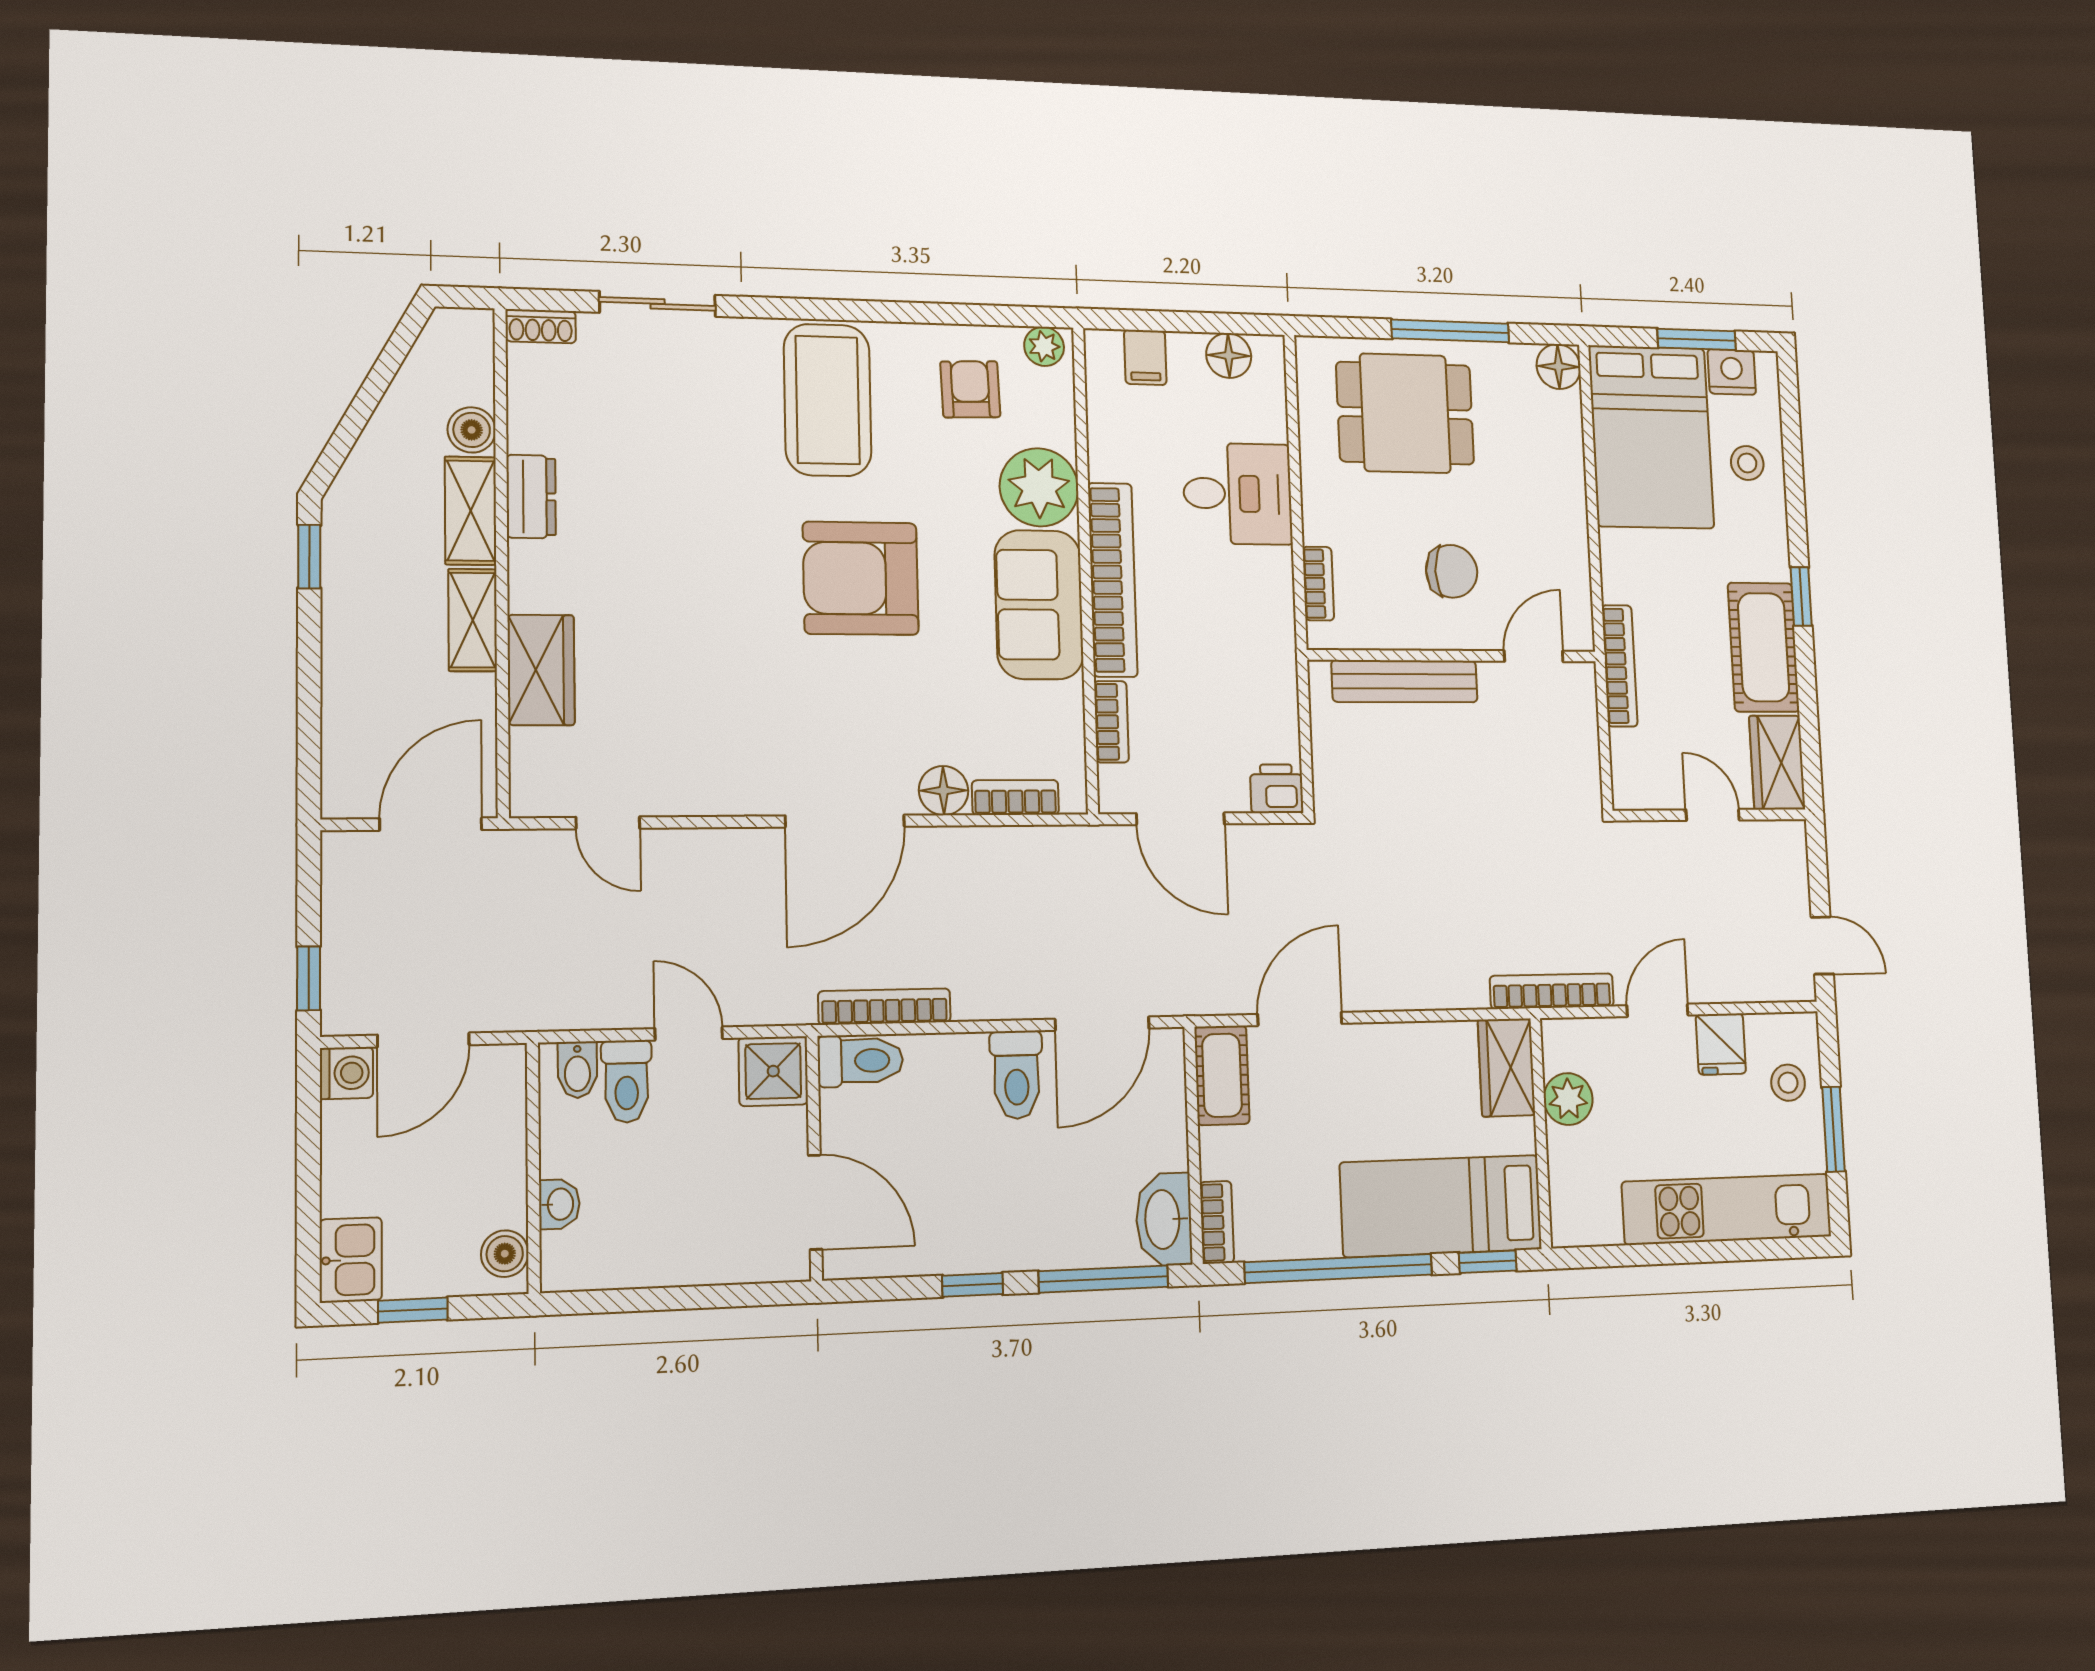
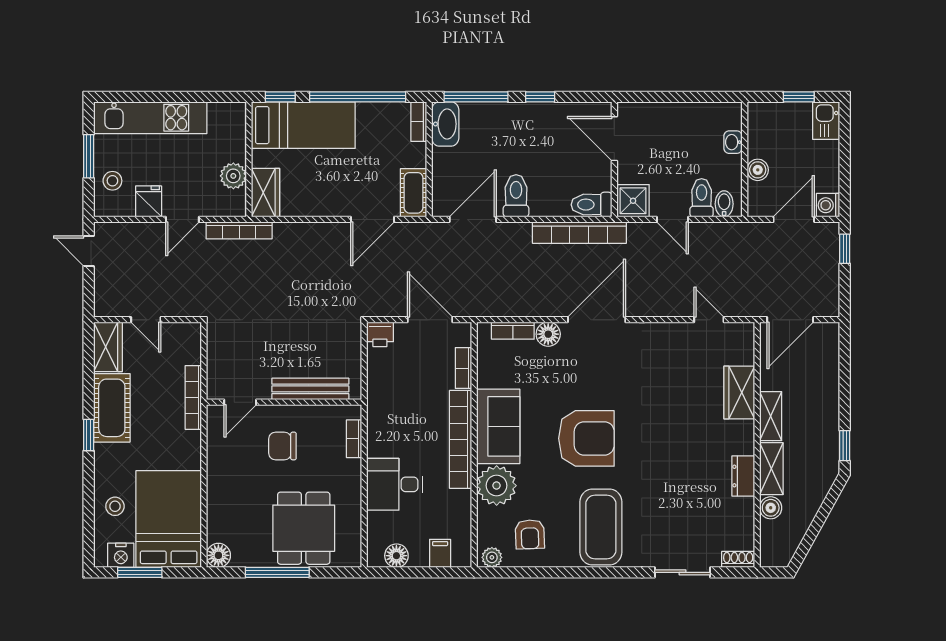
dining table: (1405, 413) -> (304, 528), turned 90
bookcase: (885, 1007) -> (579, 233), width x1.48, depth x1.31
boiler: (505, 1254) -> (758, 170), moved

